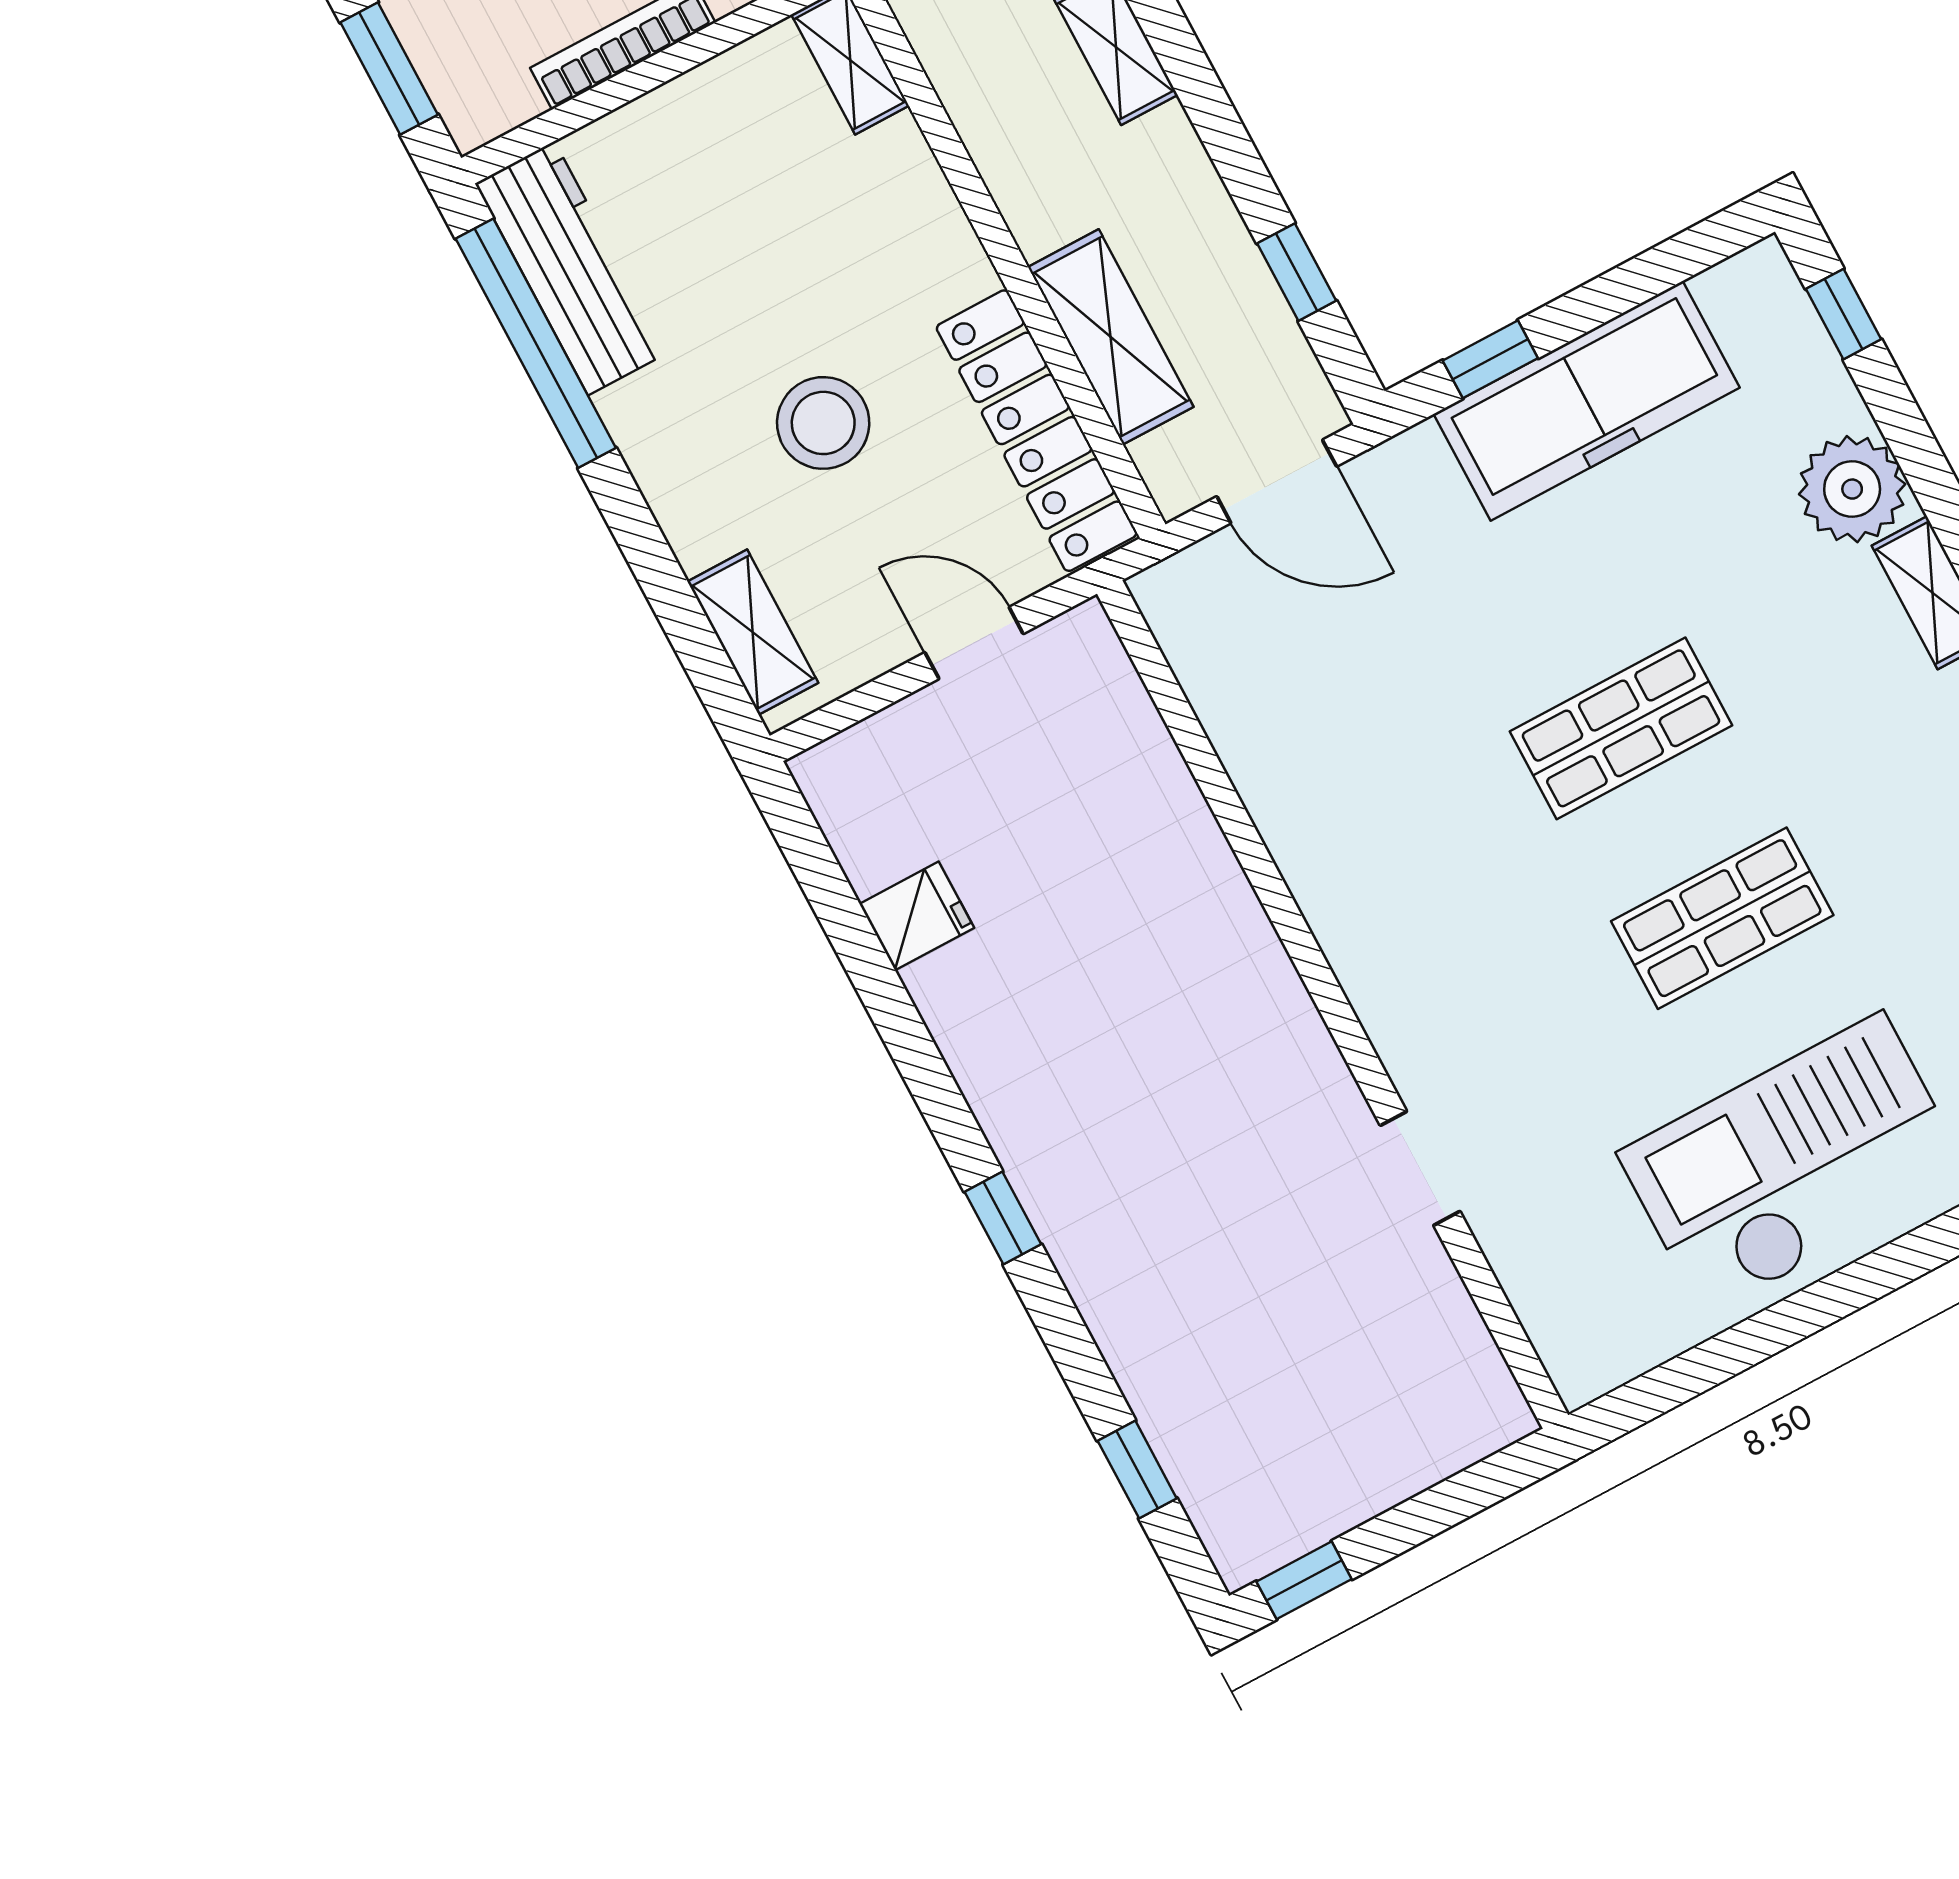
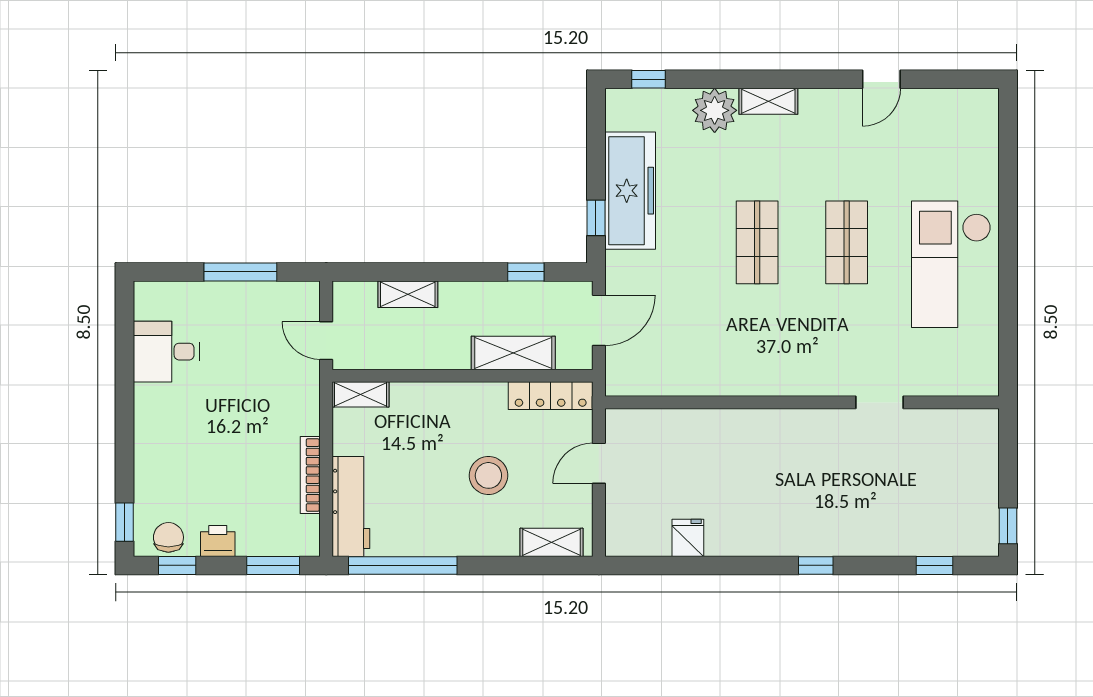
workbench: (571, 268) -> (351, 506), moved, turned 90
locker: (1037, 431) -> (551, 396), width x0.71, depth x0.83

